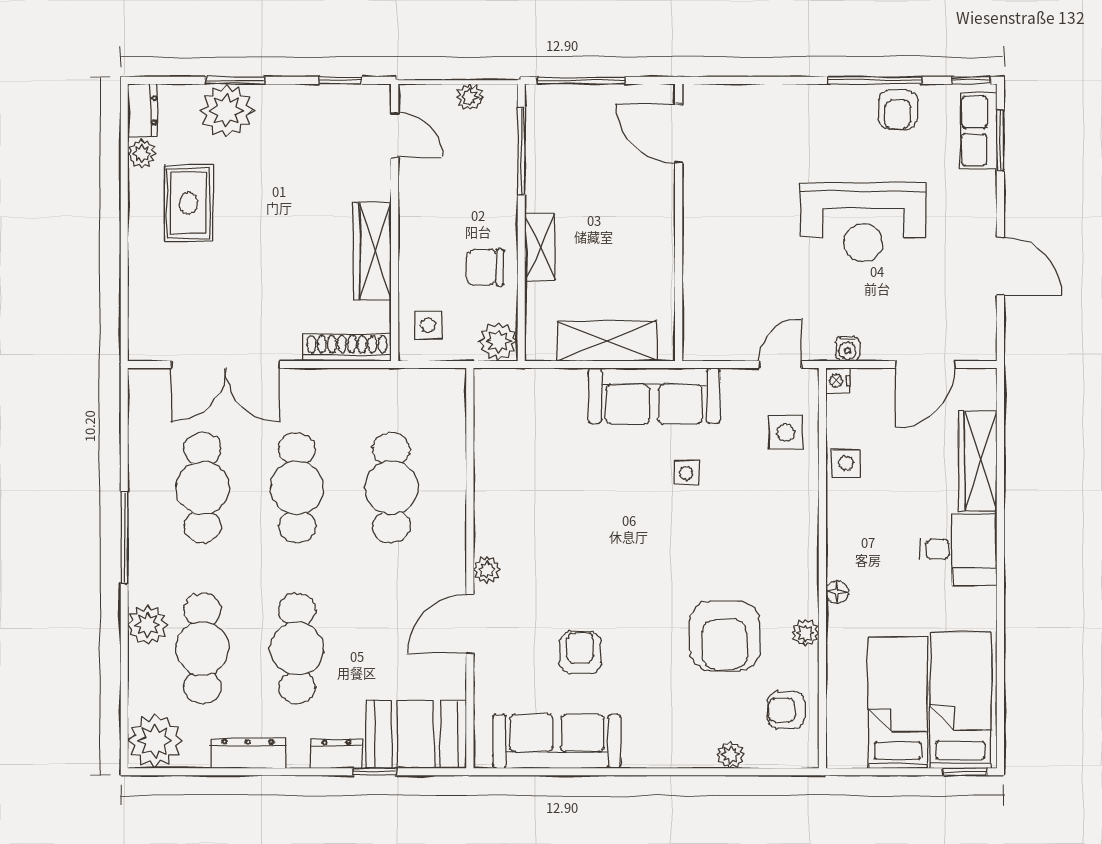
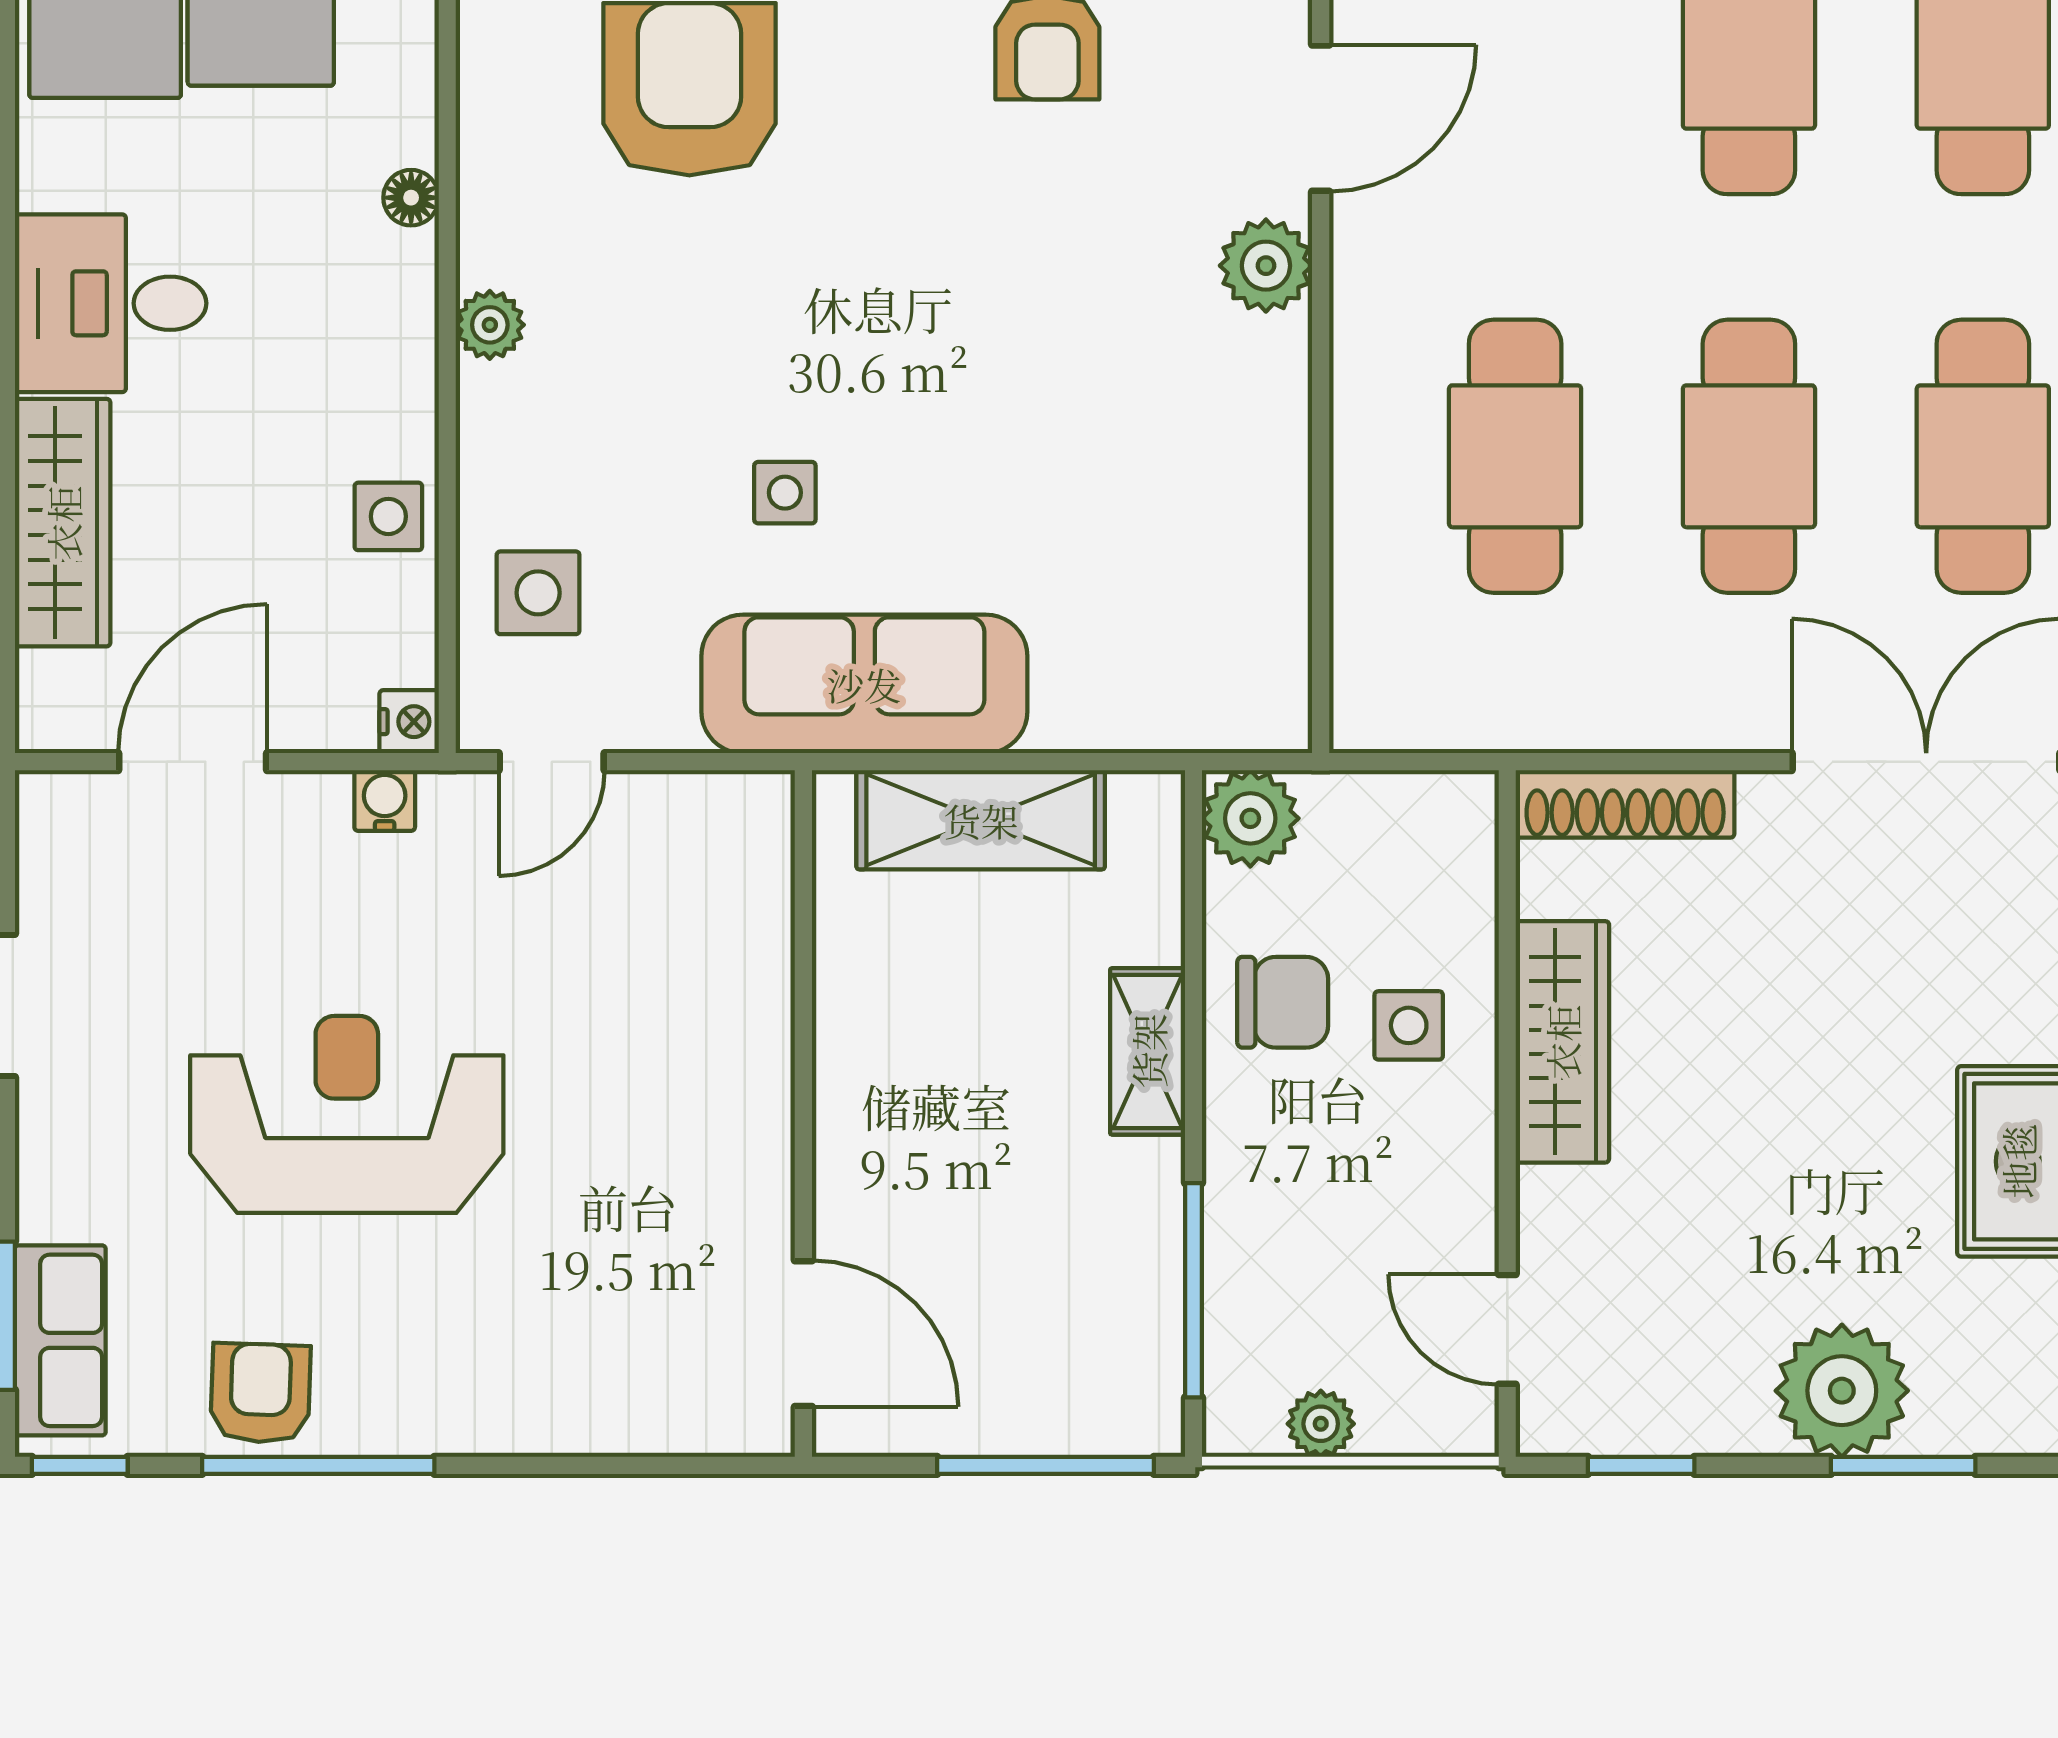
plant: (226, 111) -> (1842, 1391), moved
side table: (428, 325) -> (1409, 1025), moved
plant: (487, 570) -> (1266, 266), width x1.38, depth x1.38
plant: (805, 633) -> (490, 325), moved

